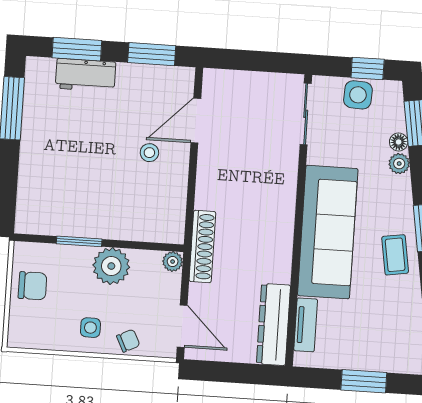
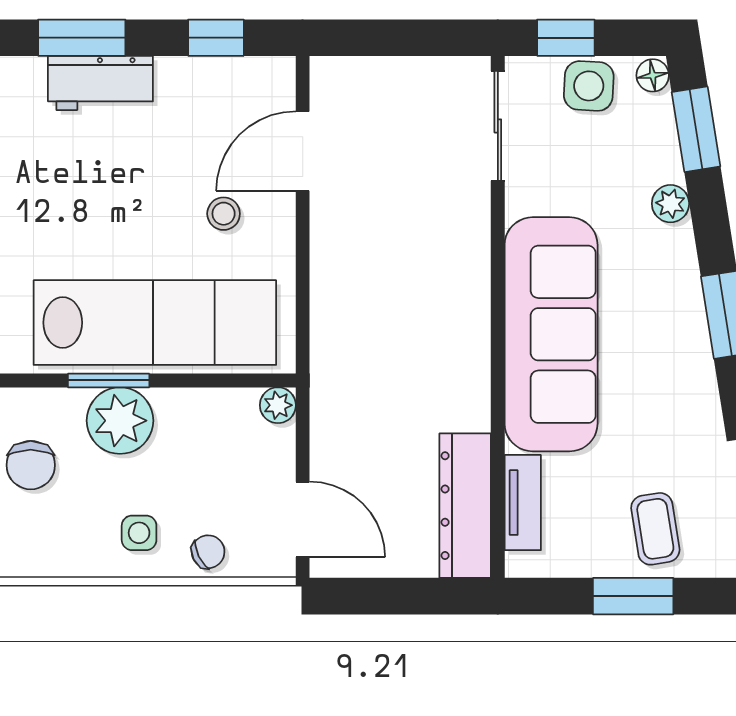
window: (152, 54) -> (216, 38), width x0.67
window: (368, 68) -> (566, 38), moved
floor lamp: (399, 142) -> (653, 75), moved
lab bench: (107, 211) -> (155, 323), added
shoe rack: (202, 247) -> (329, 375), removed
coffee table: (395, 255) -> (655, 529), moved
plant: (111, 266) -> (120, 421), moved
chair: (33, 286) -> (31, 465), turned 90

